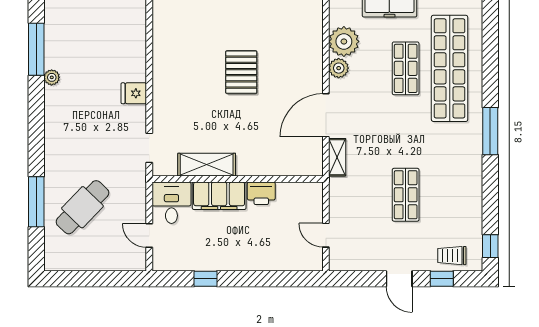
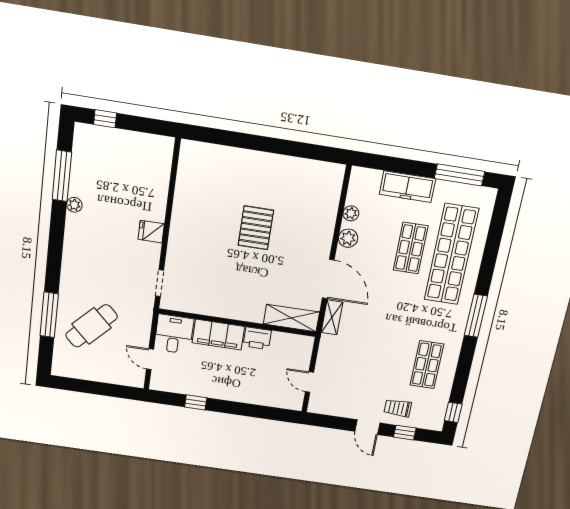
plant: (344, 41) -> (351, 213), width x0.53, depth x0.53
door: (326, 115) -> (328, 279), swing flipped
shelving: (207, 165) -> (291, 318), moved
shop shelf: (406, 195) -> (427, 365), moved
trolley: (452, 256) -> (398, 408), moved

